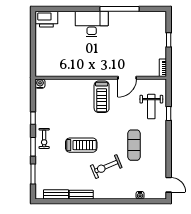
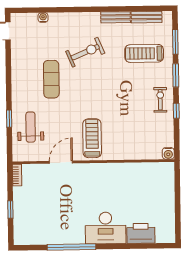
printer: (46, 19) -> (141, 233), moved
exercise bike: (44, 138) -> (160, 100), moved
treadmill: (81, 145) -> (144, 53), moved

